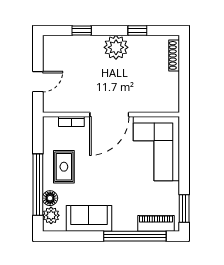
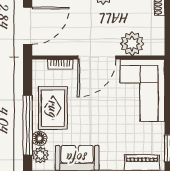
door: (38, 82) -> (28, 26), width x1.88
plant: (146, 100) -> (132, 44), added
rug: (64, 167) -> (53, 108), width x1.36, depth x1.43

